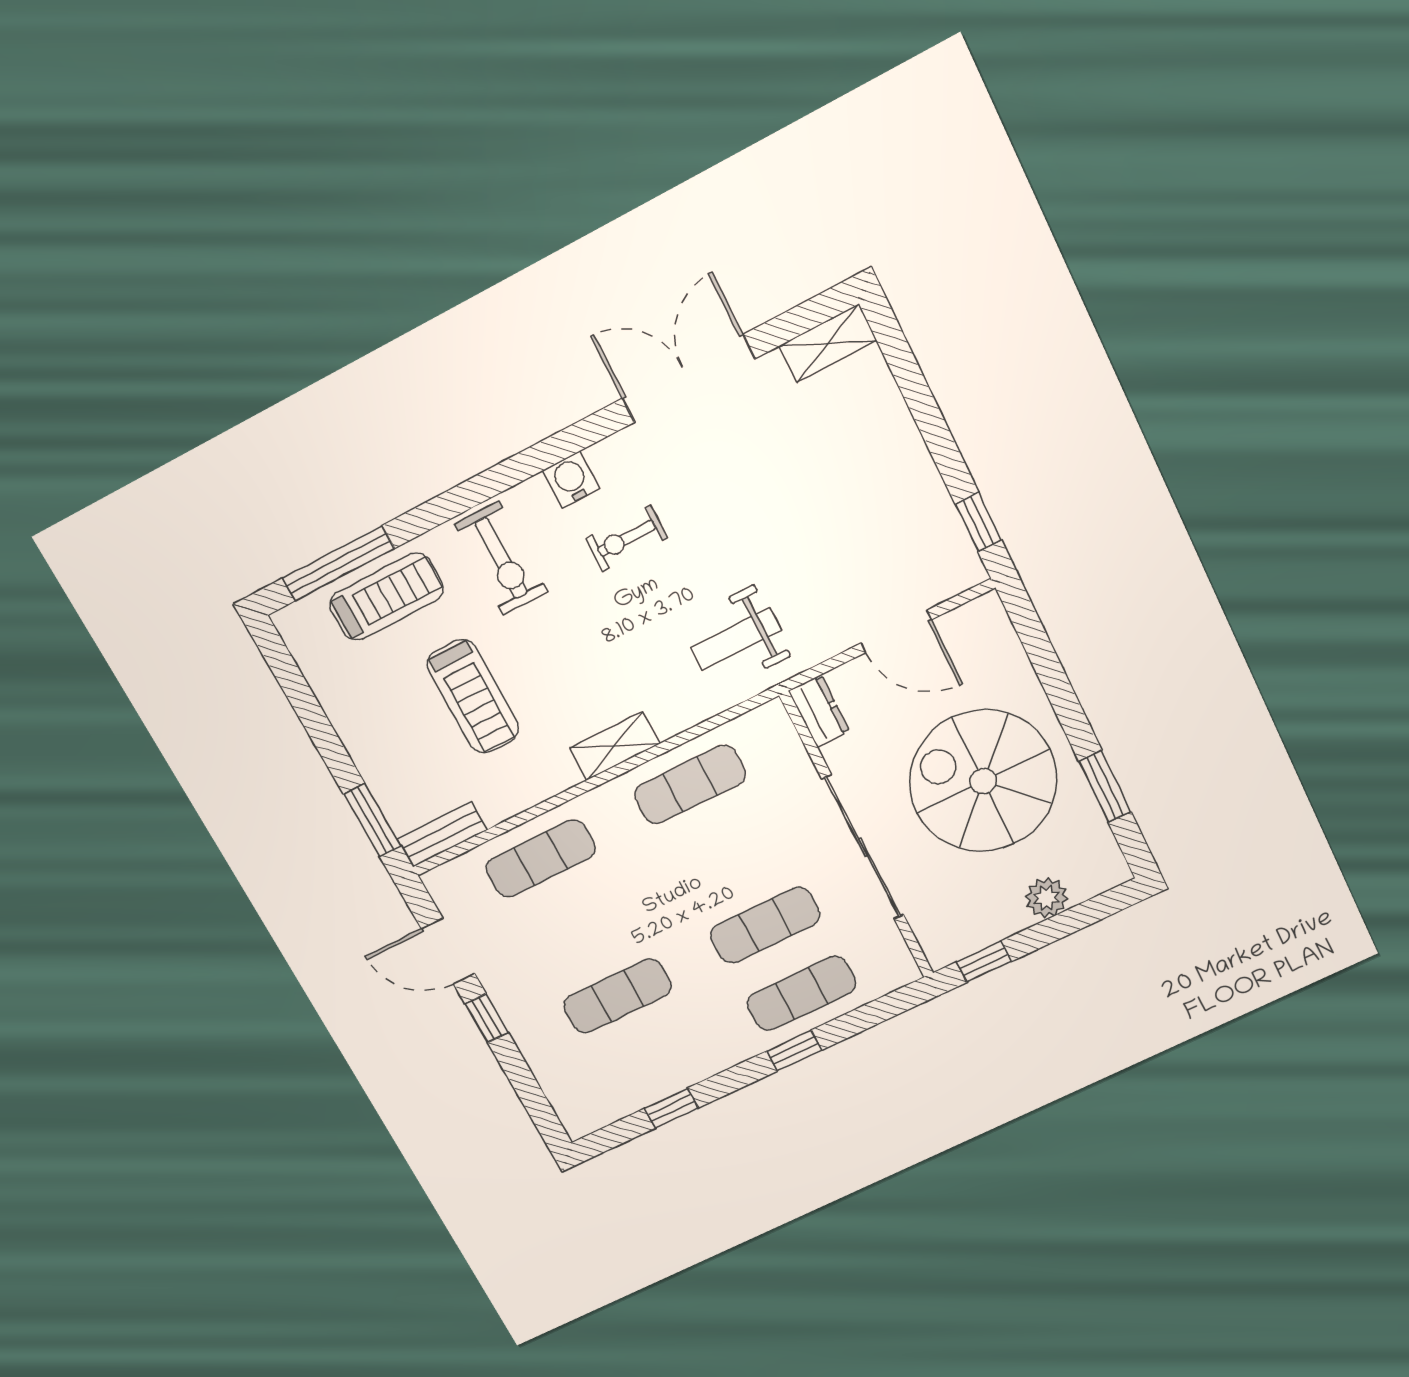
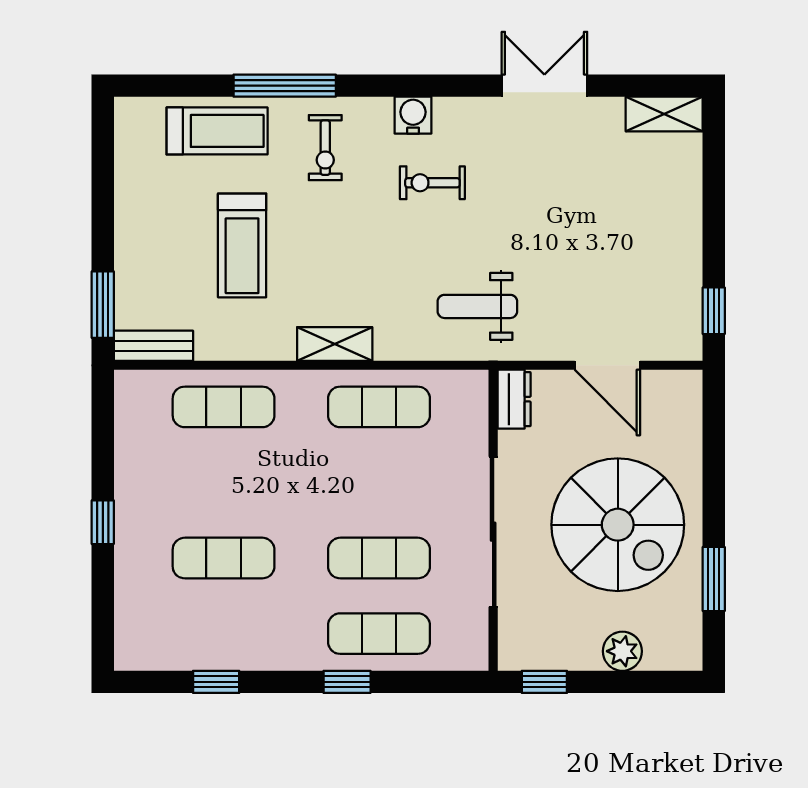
double door: (688, 379) -> (544, 86), width x0.73
exercise bike: (501, 558) -> (325, 148), width x0.73, depth x0.72
window: (338, 563) -> (285, 86), moved
spiral stairs: (983, 781) -> (618, 525), turned 180
door: (448, 951) -> (103, 447), removed

